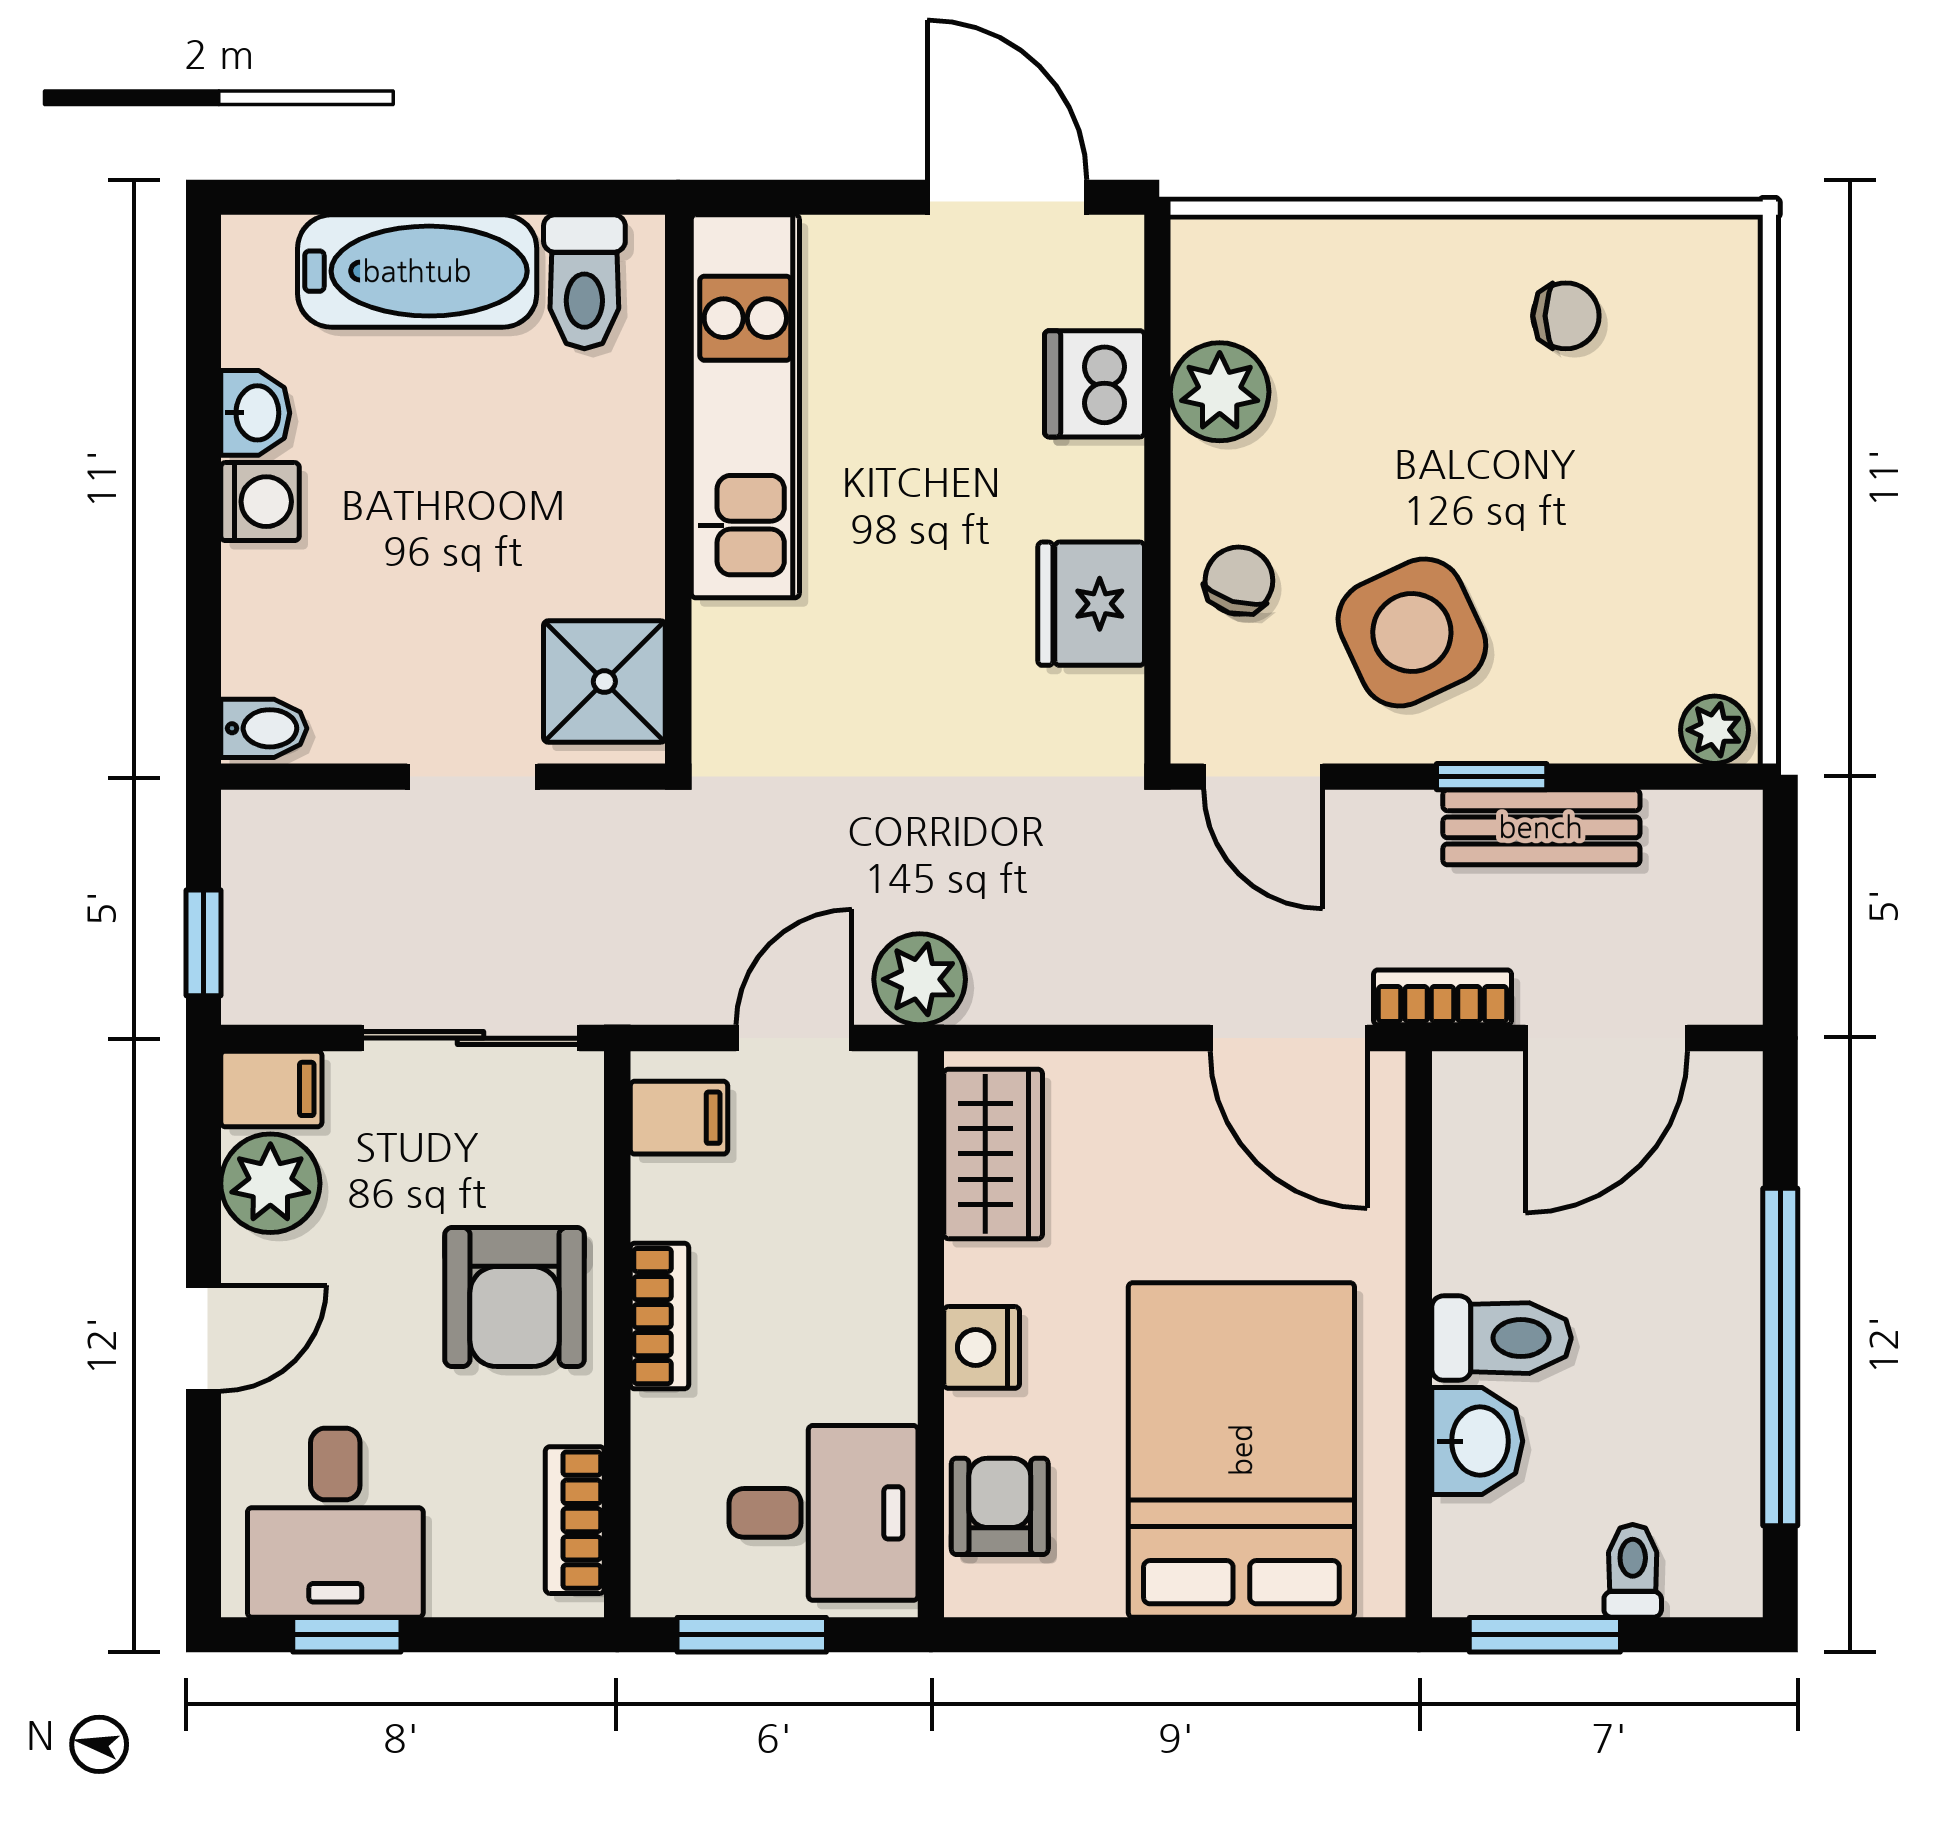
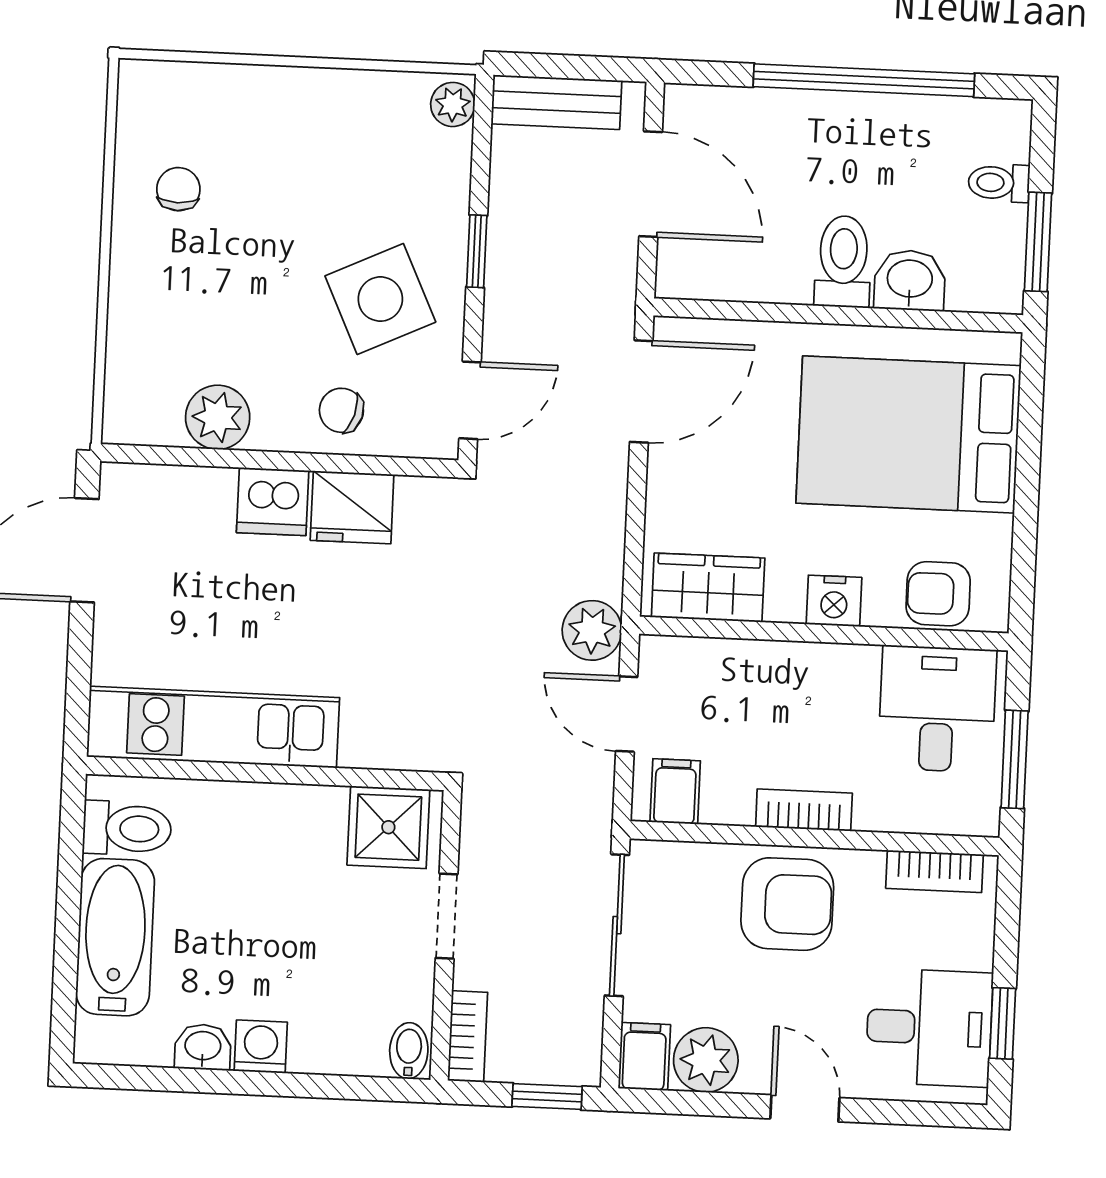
dishwasher: (1094, 384) -> (273, 502), moved
bench: (1541, 827) -> (556, 102), moved, turned 90
bookcase: (1443, 997) -> (468, 1036), moved, turned 180

